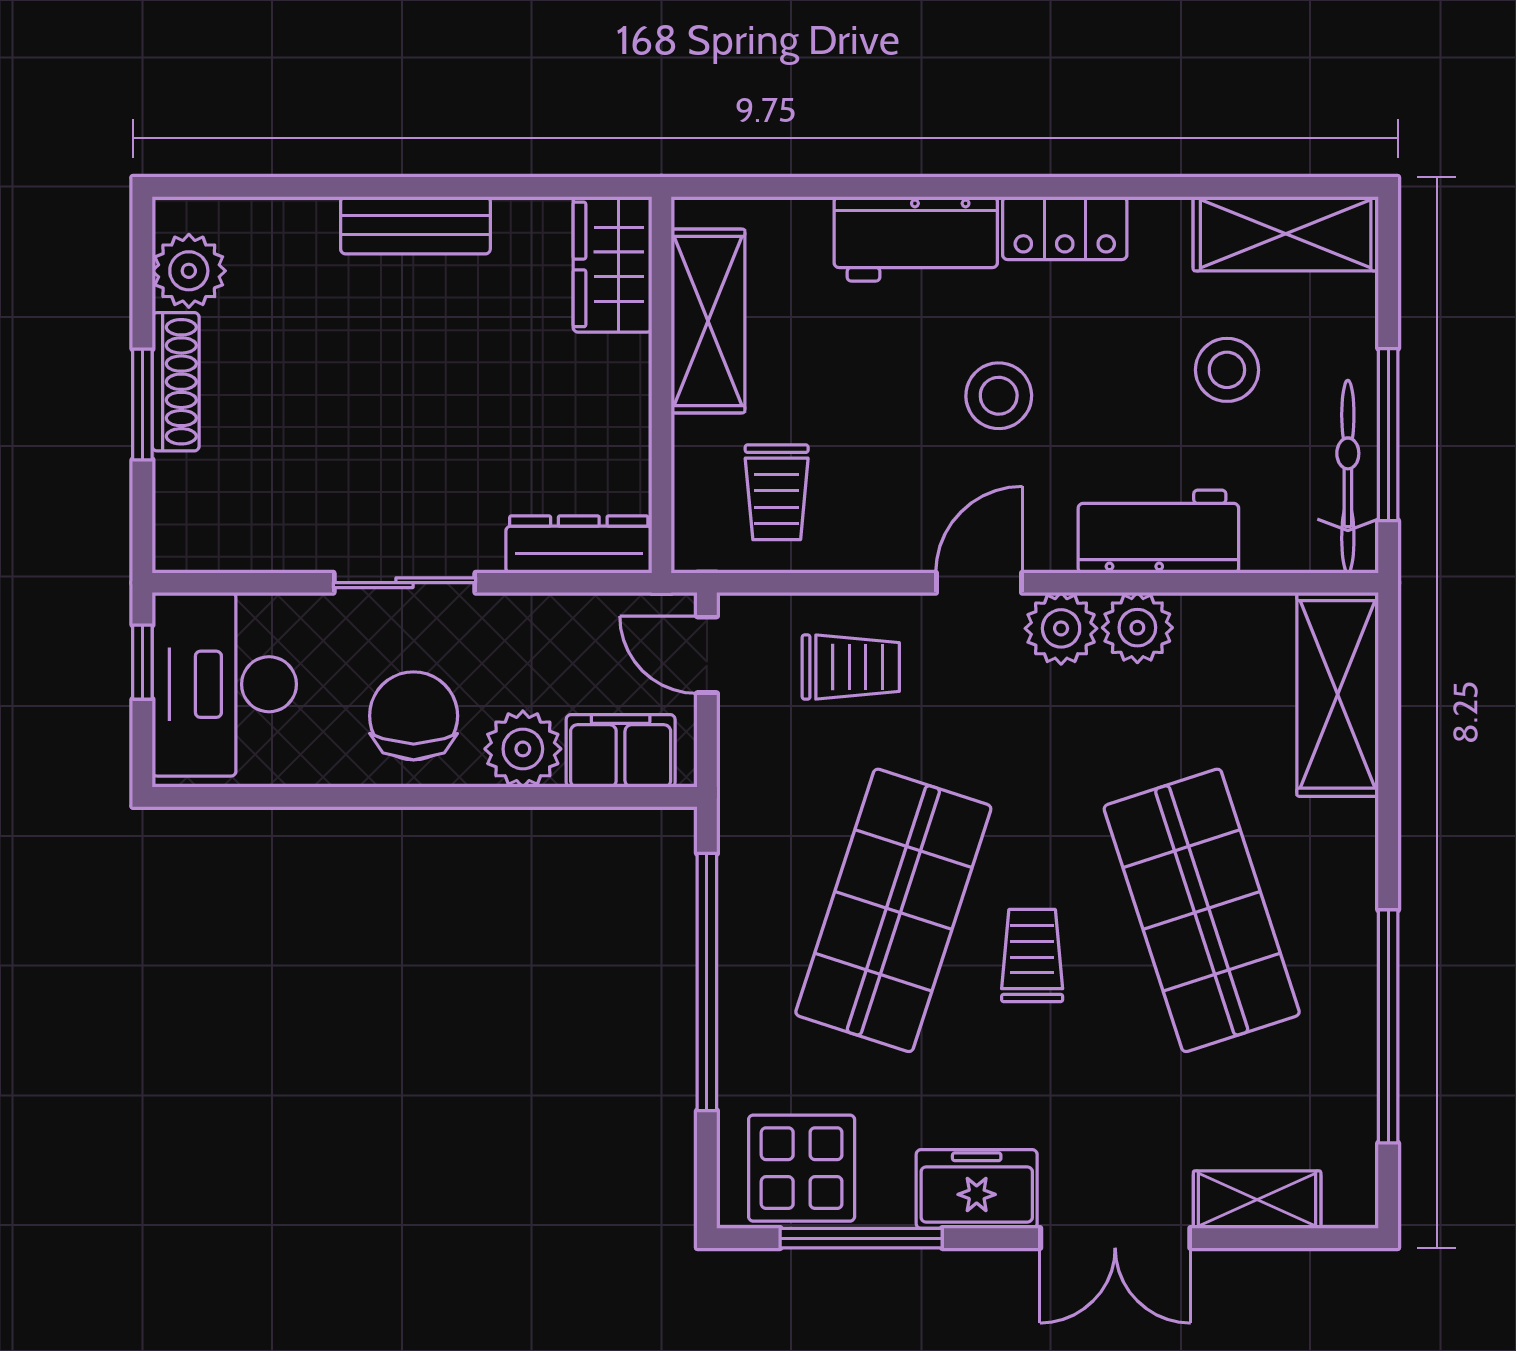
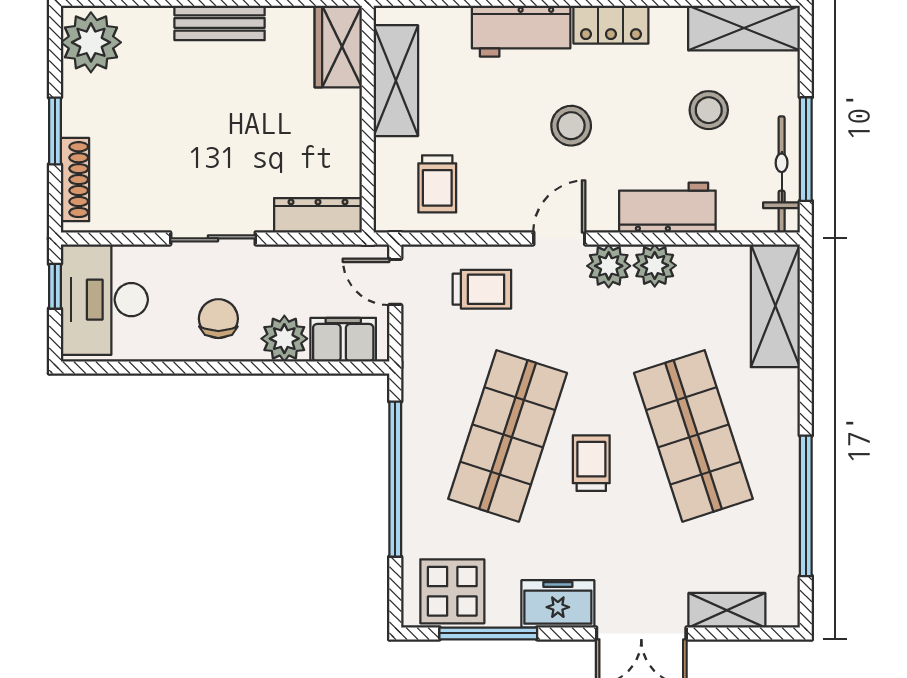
plant: (189, 271) -> (91, 42), width x1.36, depth x1.36
shoe rack: (176, 382) -> (75, 180), moved
chair: (414, 716) -> (218, 319), width x0.73, depth x0.73

